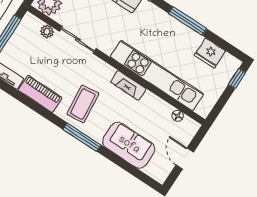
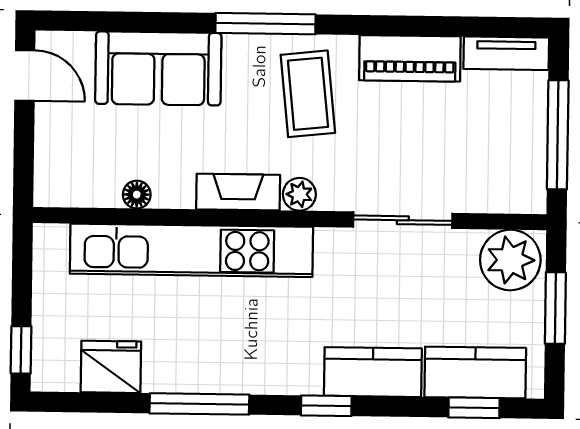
plant: (47, 32) -> (299, 194), moved
floor lamp: (178, 116) -> (137, 195), moved
door: (185, 158) -> (25, 75), moved

